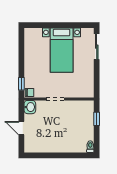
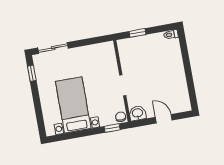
window: (79, 25) -> (32, 73), added
bed with nightstands: (62, 50) -> (73, 105), moved, turned -90
door: (21, 128) -> (164, 119), swing flipped

